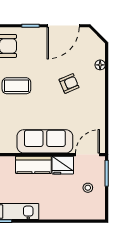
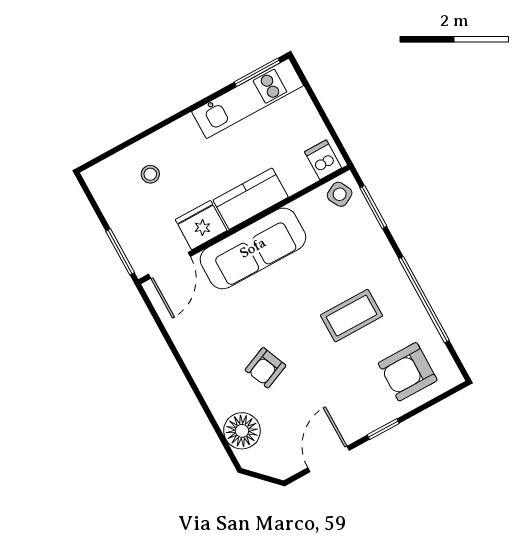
door: (63, 26) -> (329, 459), width x0.73
floor lamp: (100, 65) -> (242, 431), width x1.89, depth x1.89
stool: (88, 188) -> (150, 174), moved

